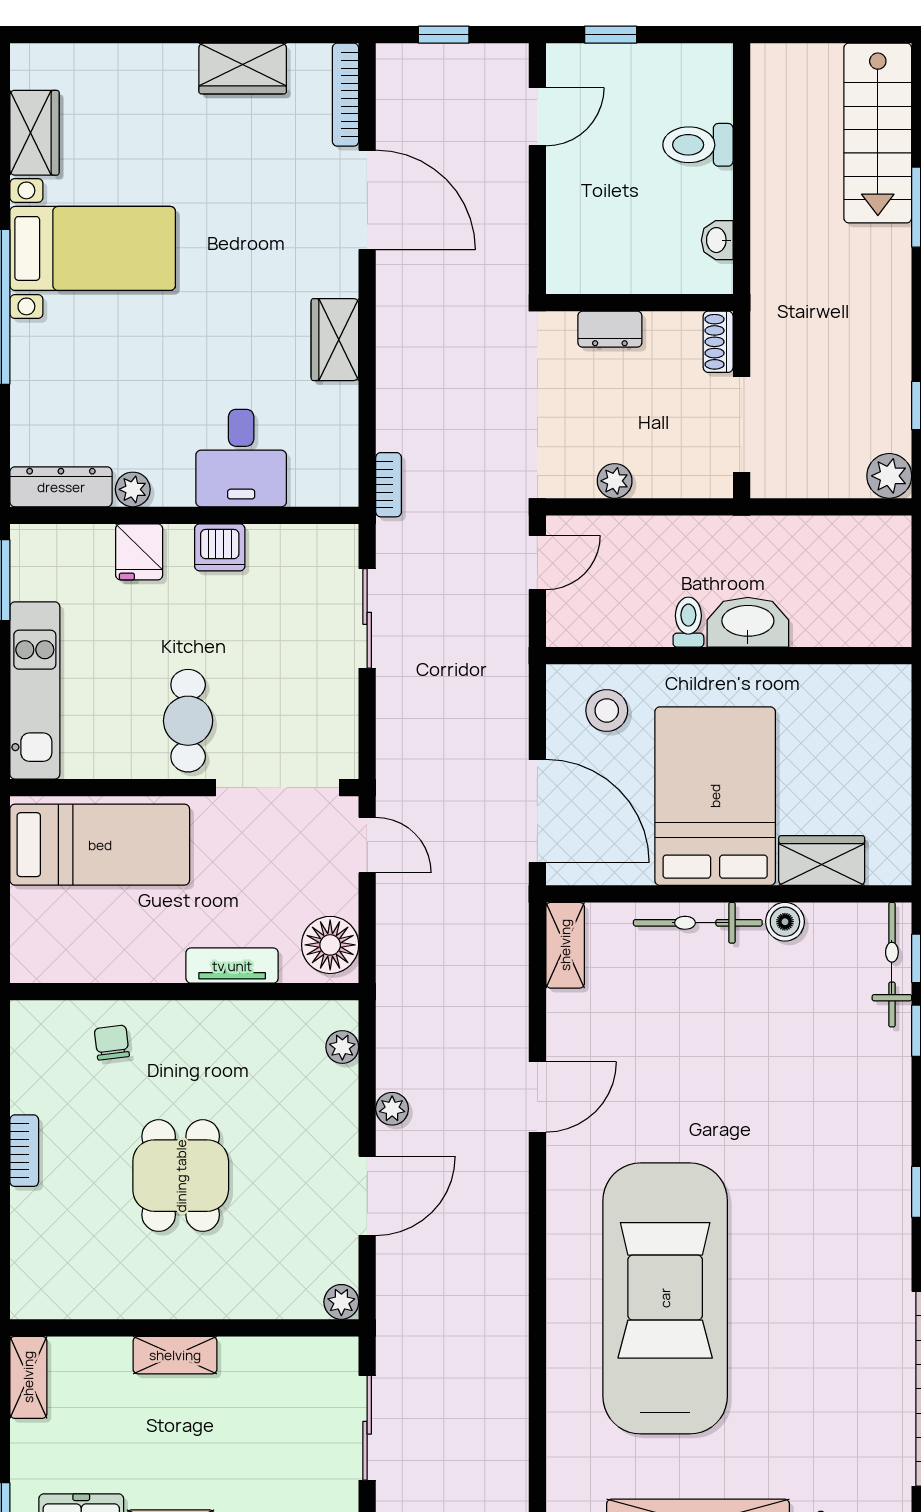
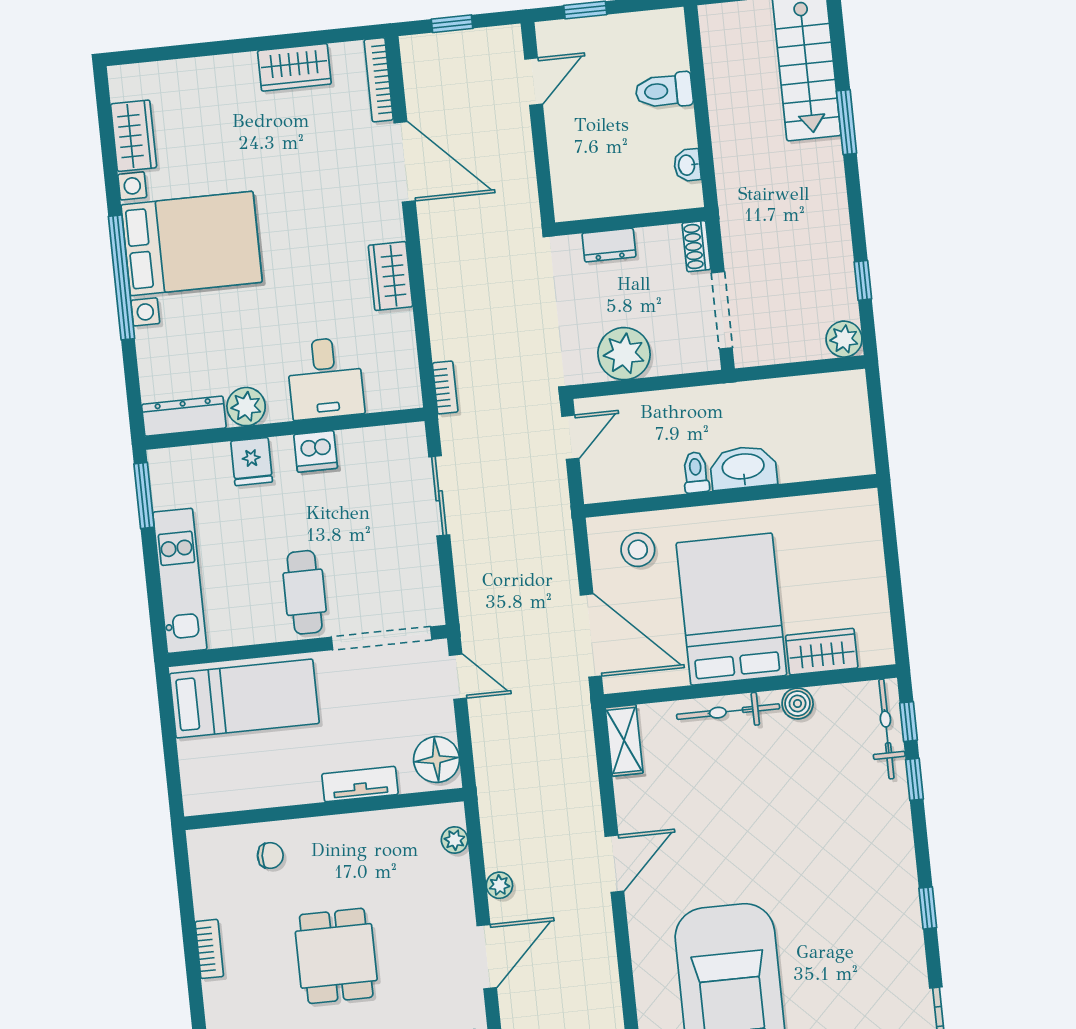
bed with nightstands: (93, 248) -> (192, 243), width x1.36
plant: (615, 481) -> (624, 354), width x1.87, depth x1.87
plant: (133, 489) -> (246, 407), width x1.38, depth x1.38
chair: (112, 1043) -> (270, 855), turned 102

